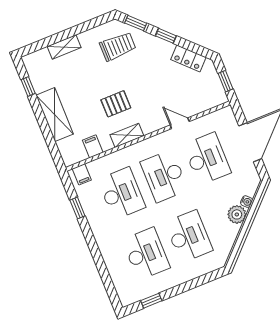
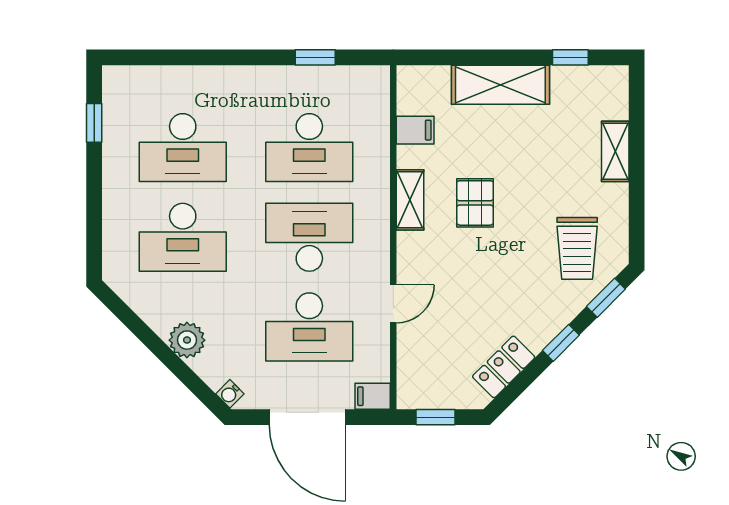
filing cabinet: (82, 174) -> (373, 396), moved
water cooler: (247, 202) -> (230, 394), moved

